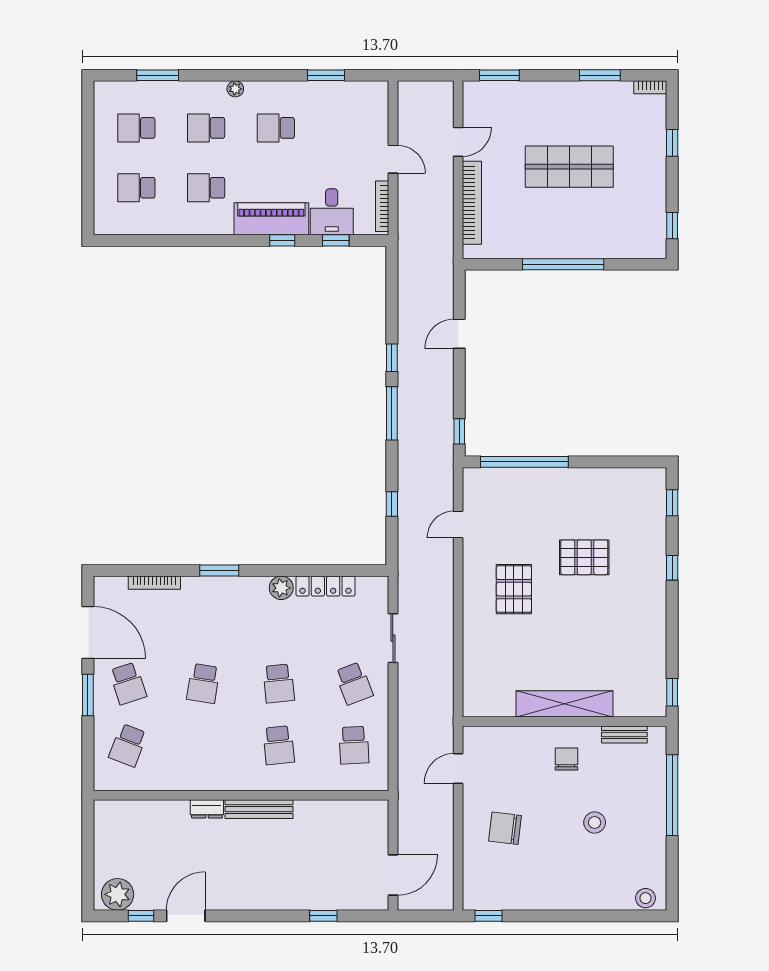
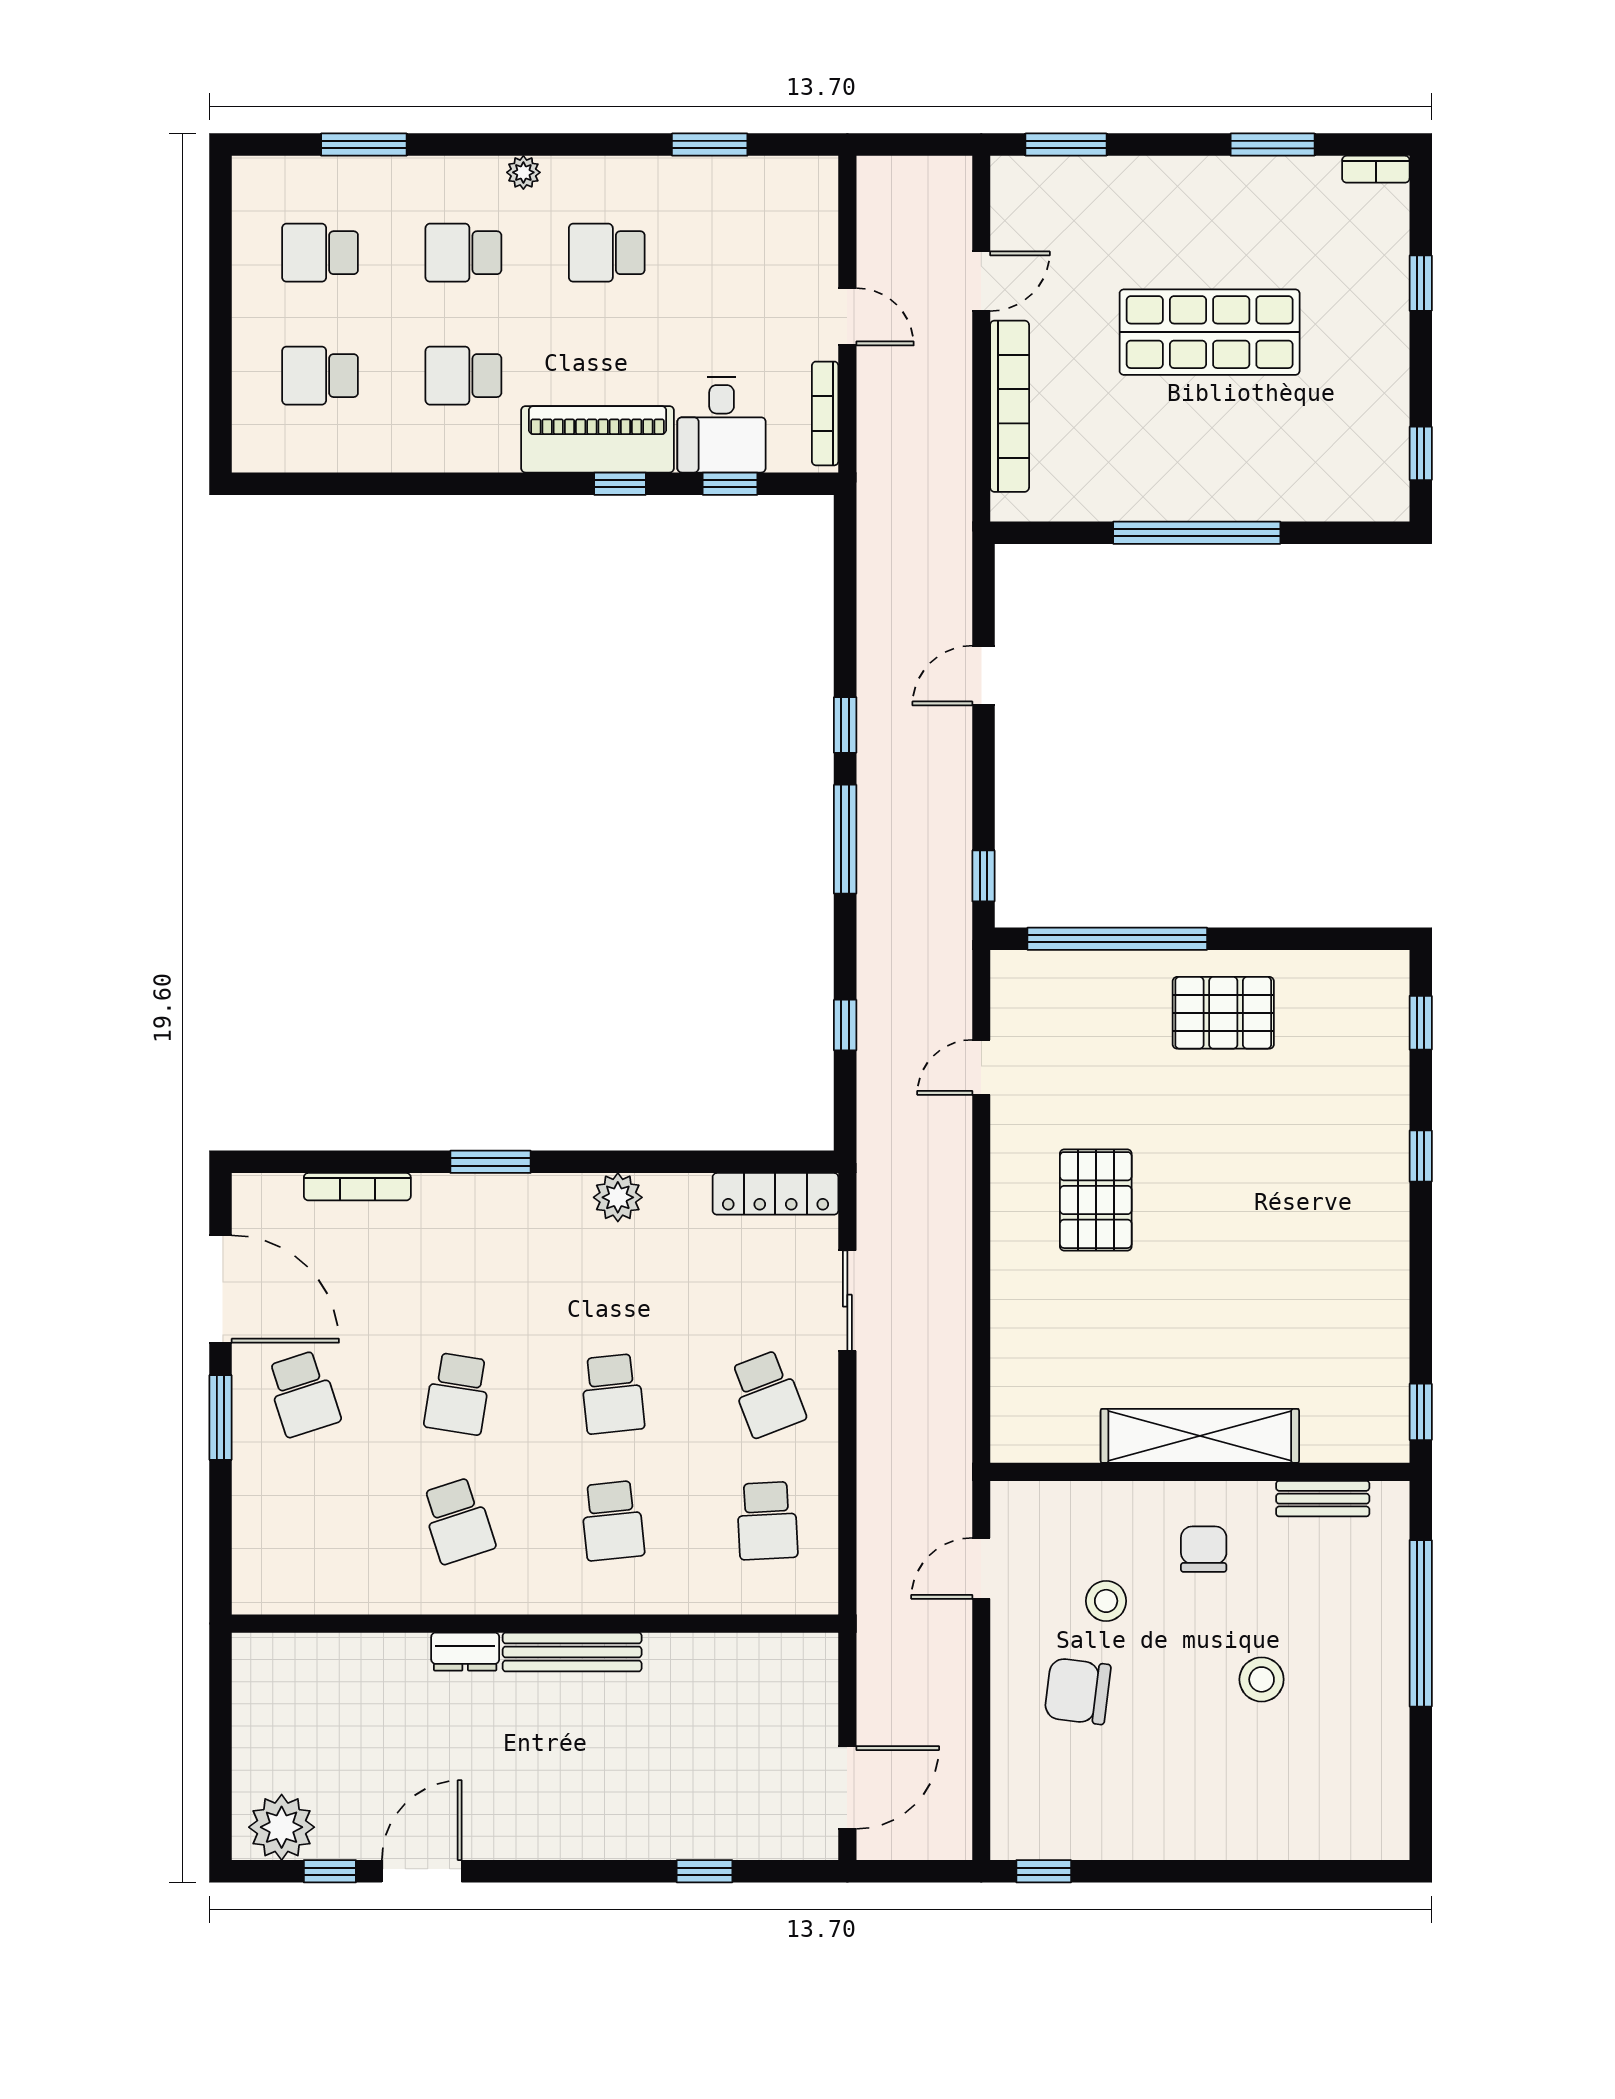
pallet: (584, 557) -> (1223, 1013), moved
locker: (325, 586) -> (775, 1194), moved
school desk: (128, 745) -> (458, 1521), moved, turned -39
stool: (646, 898) -> (1106, 1601), moved

